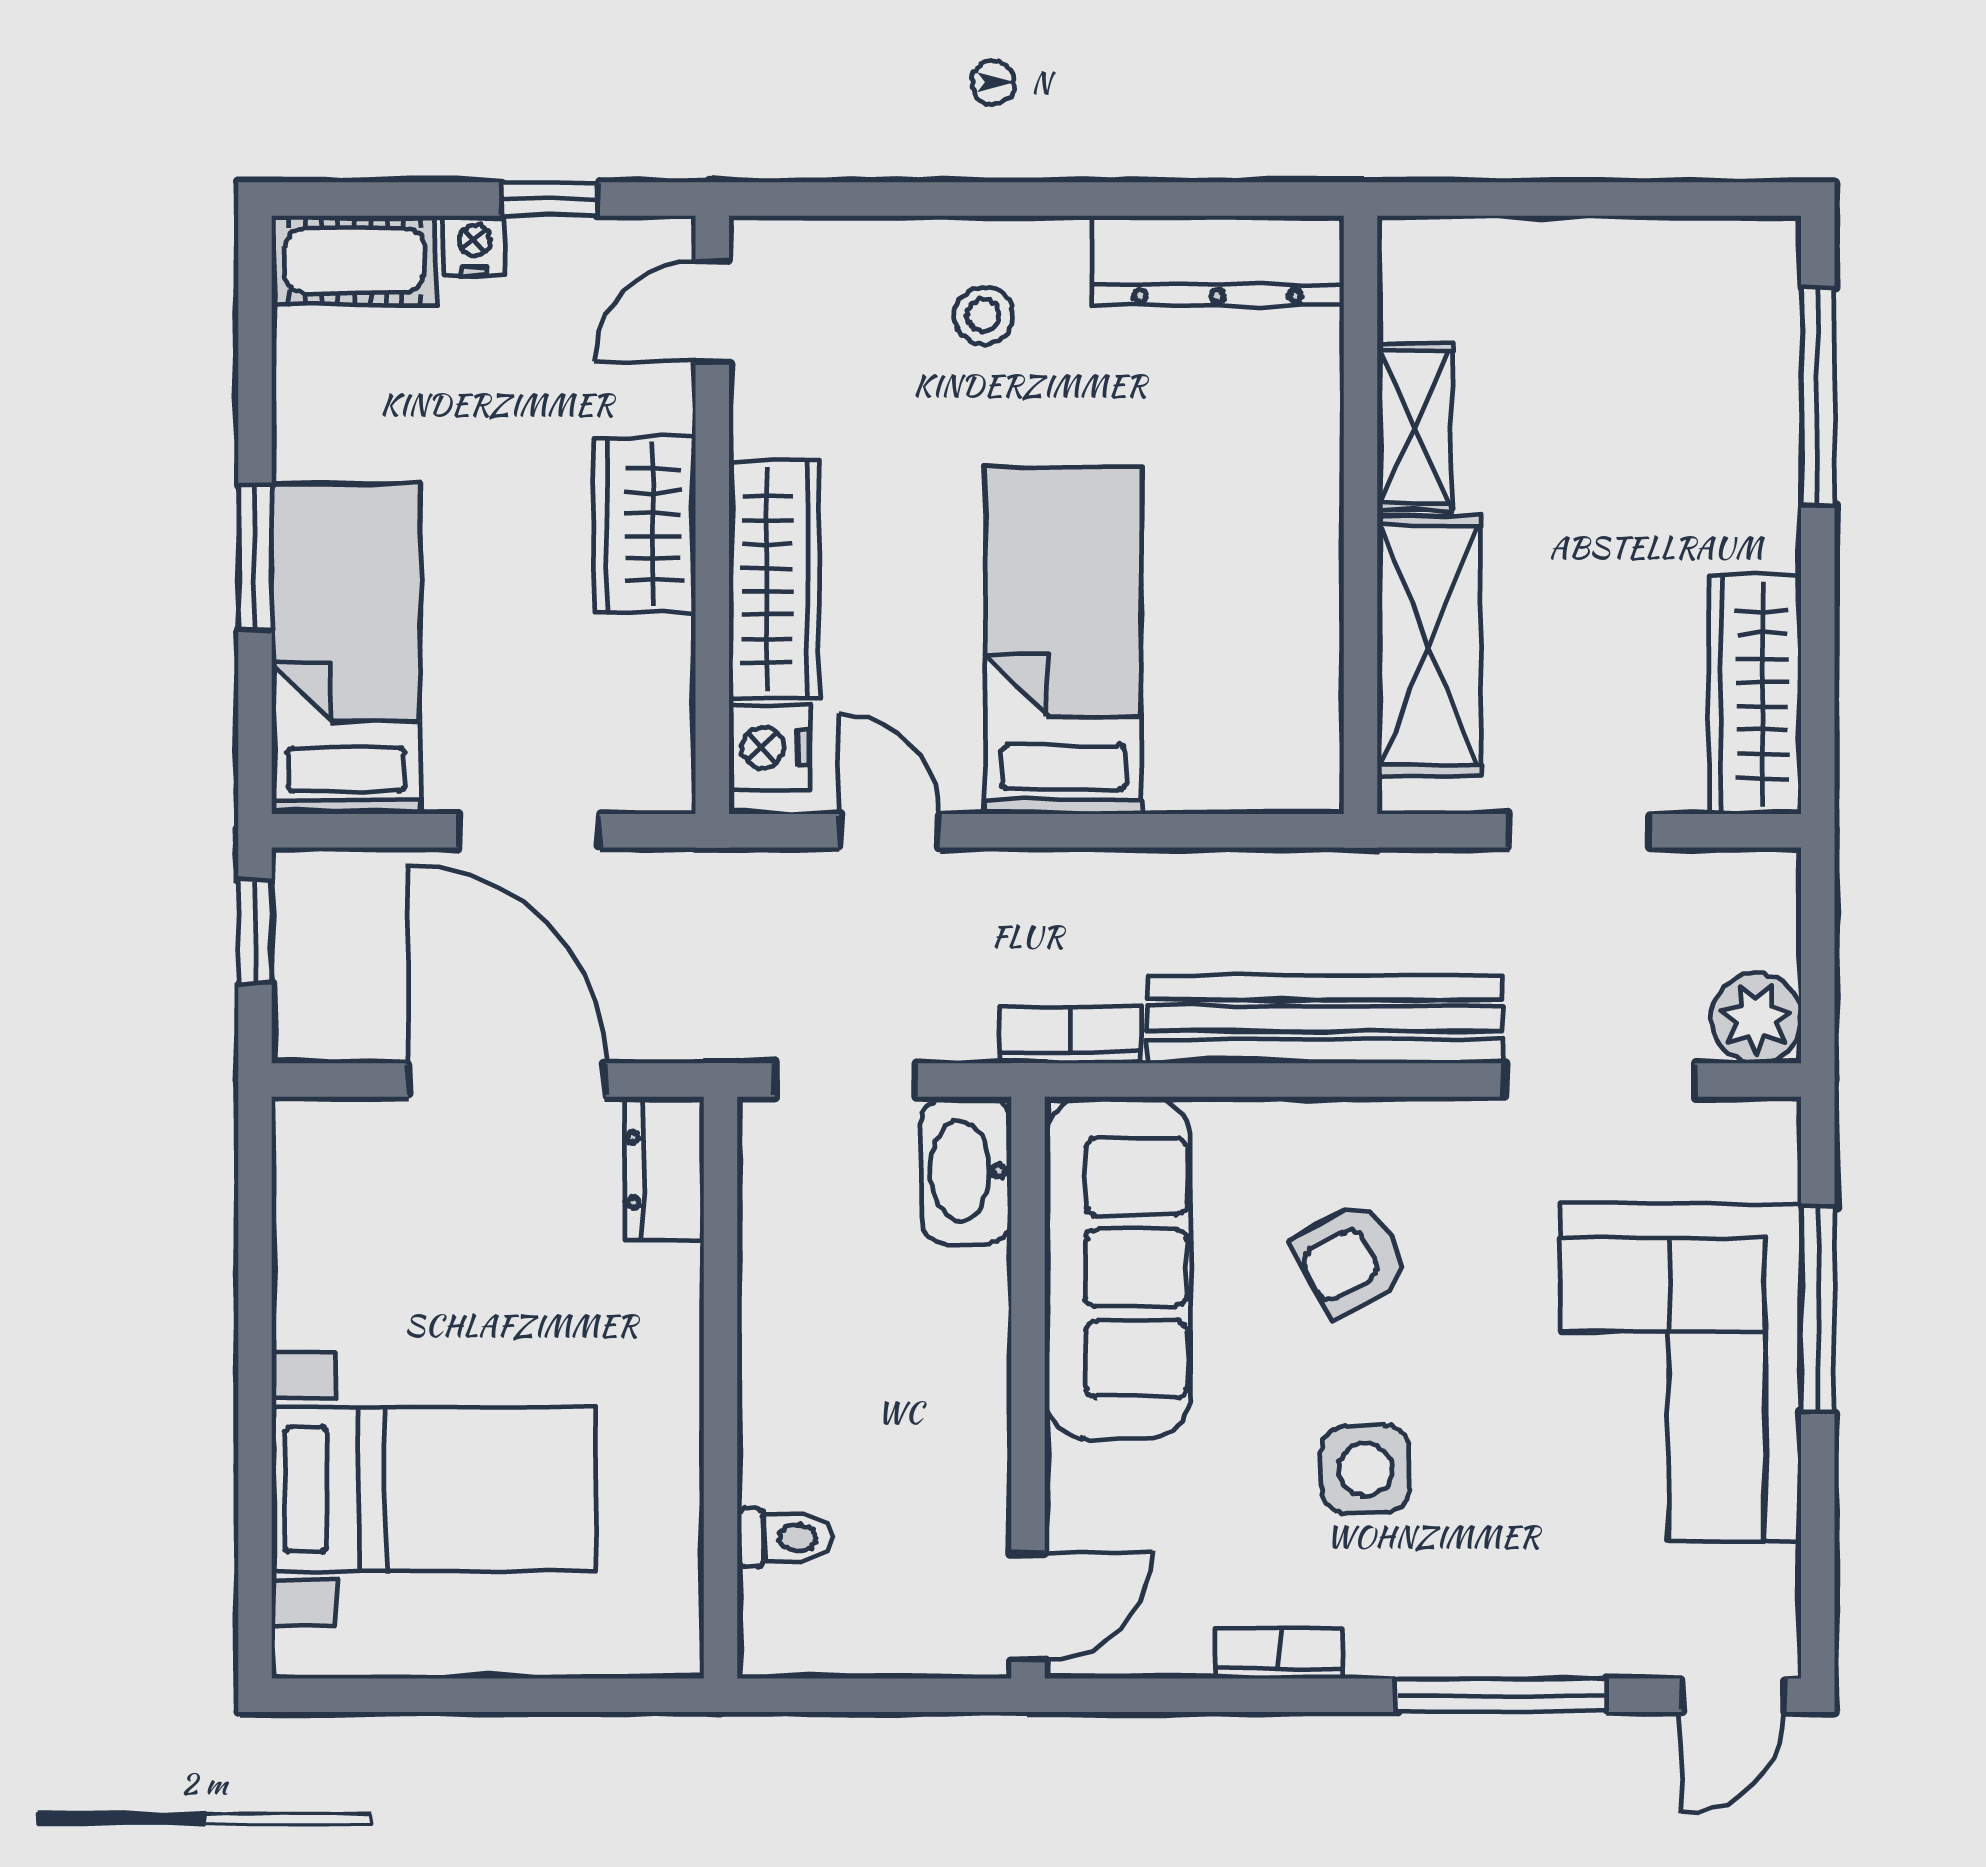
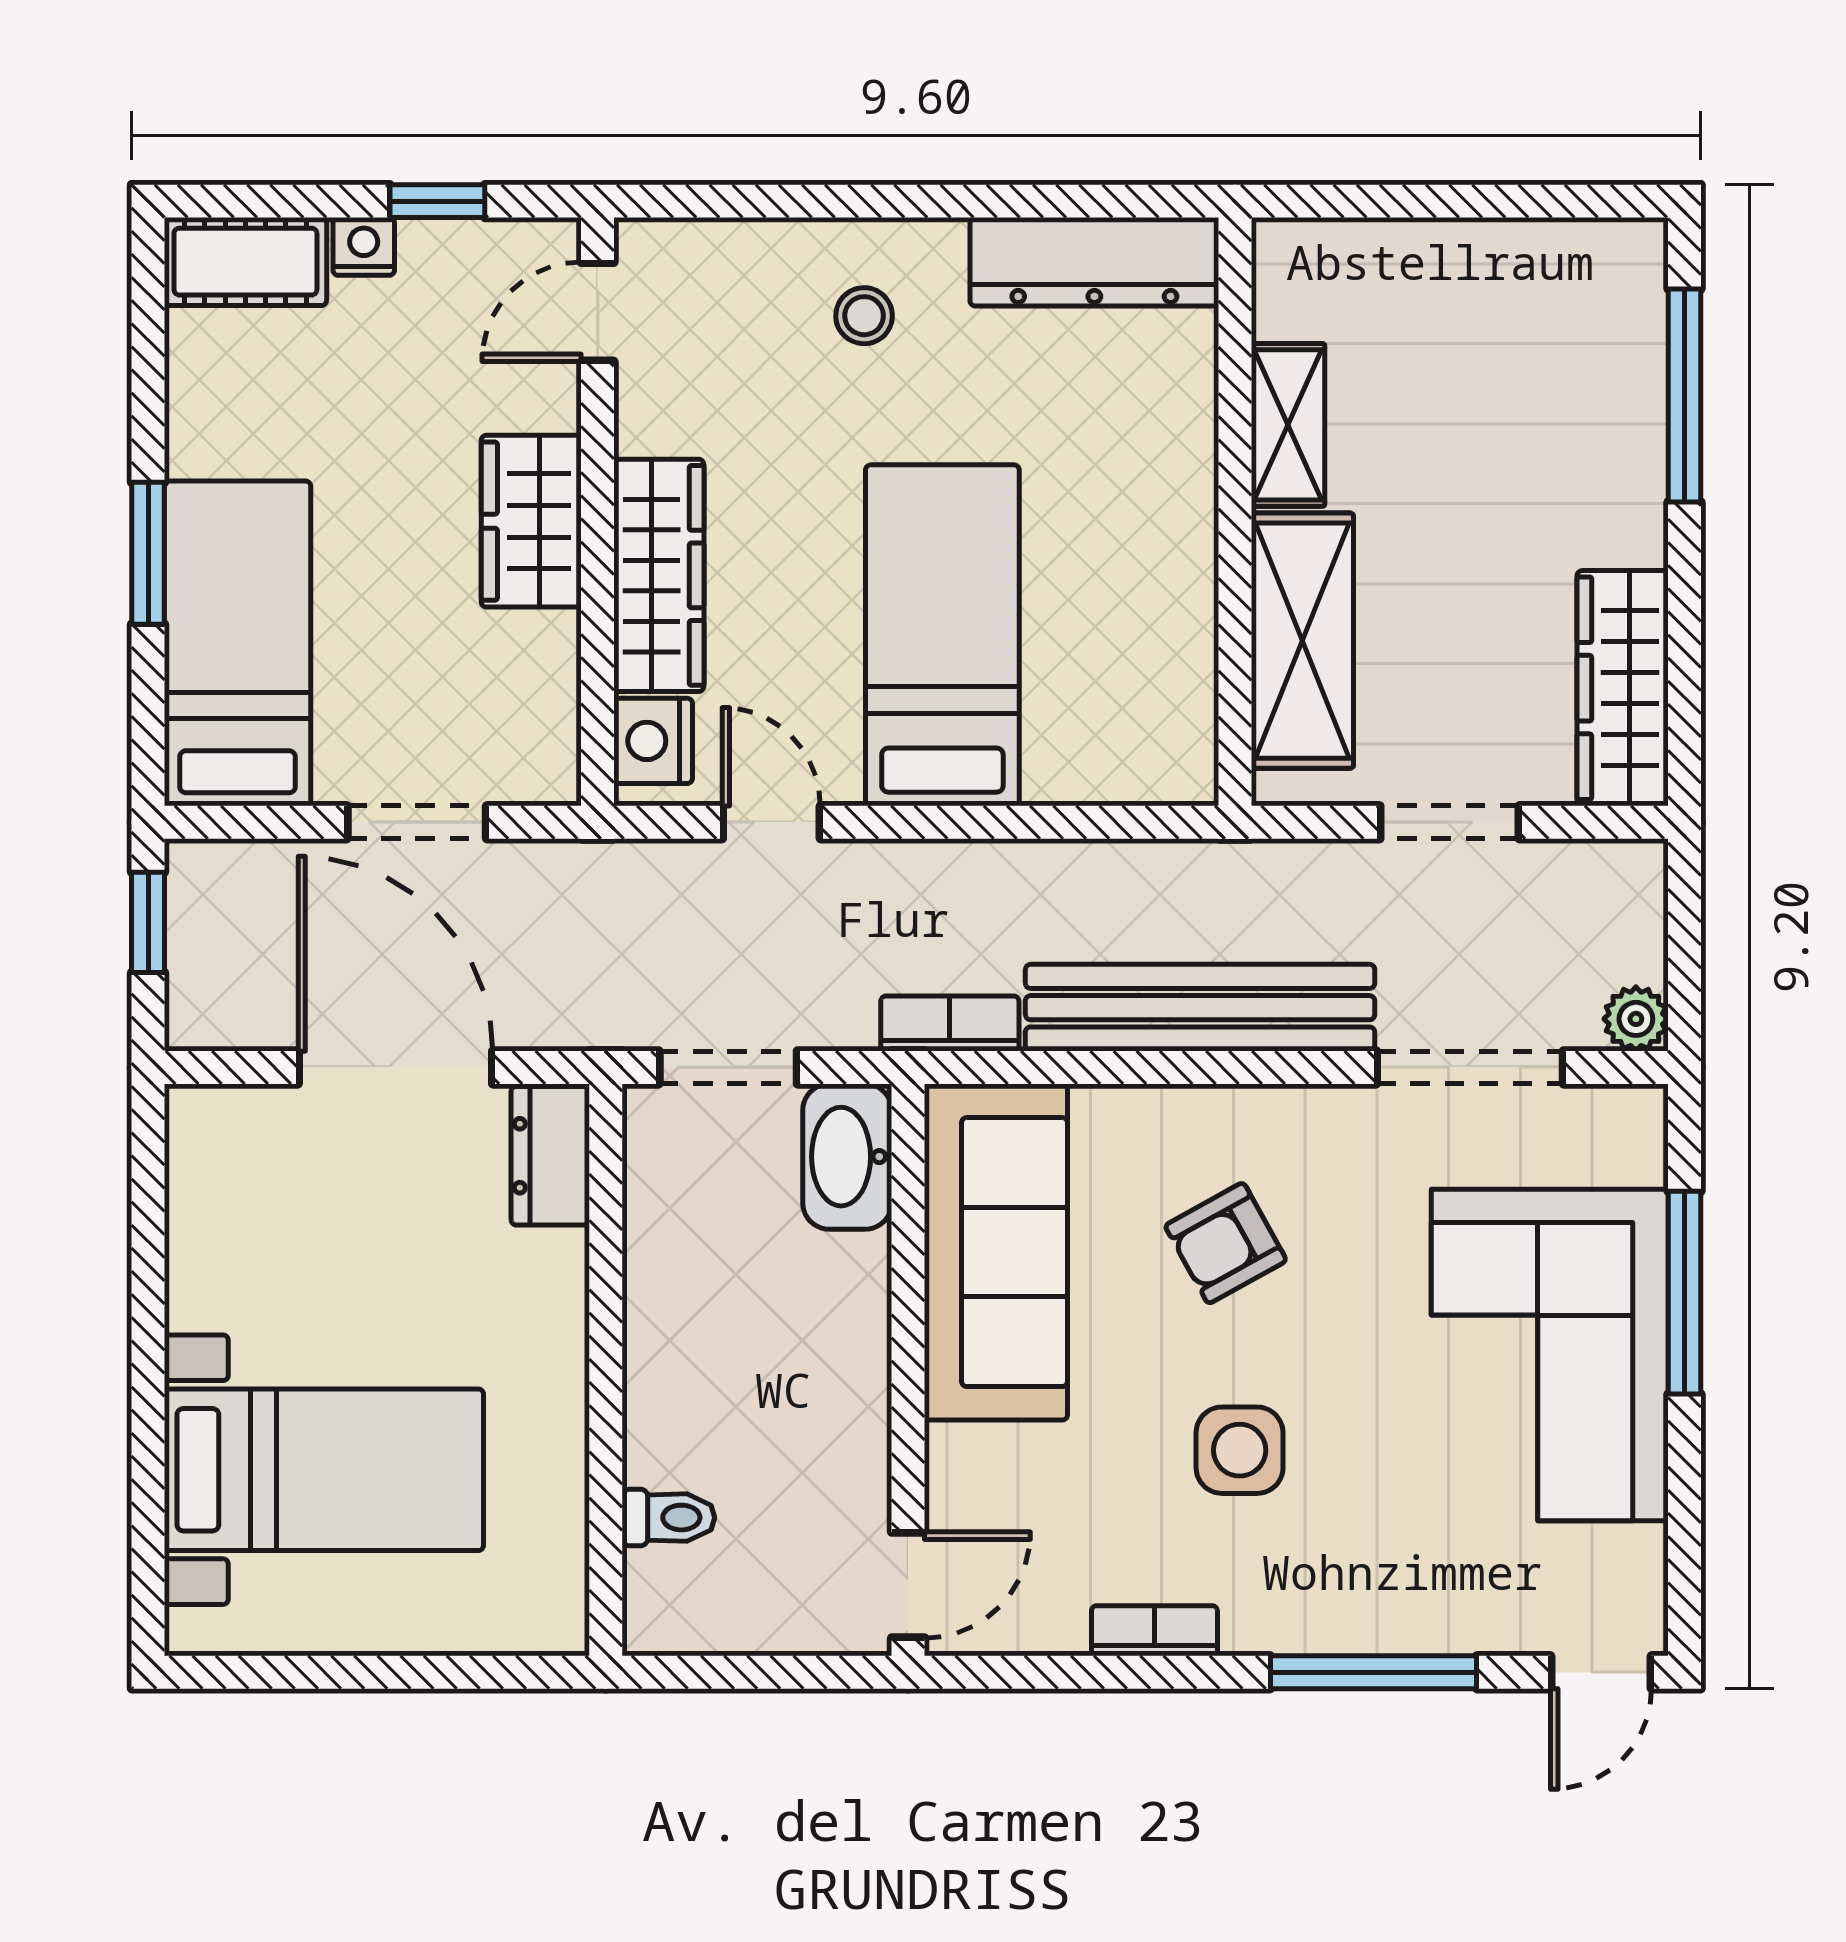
plant: (1756, 1018) -> (1636, 1019), width x0.73, depth x0.73

